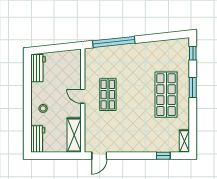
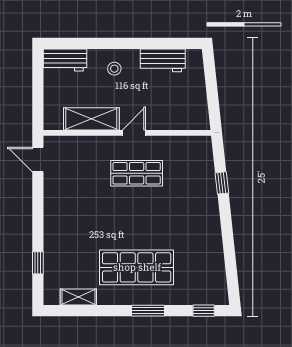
window: (114, 42) -> (222, 183), width x0.32
workbench: (38, 68) -> (163, 60), moved
shelving: (74, 135) -> (91, 119), moved
shelving: (184, 141) -> (78, 297), moved

